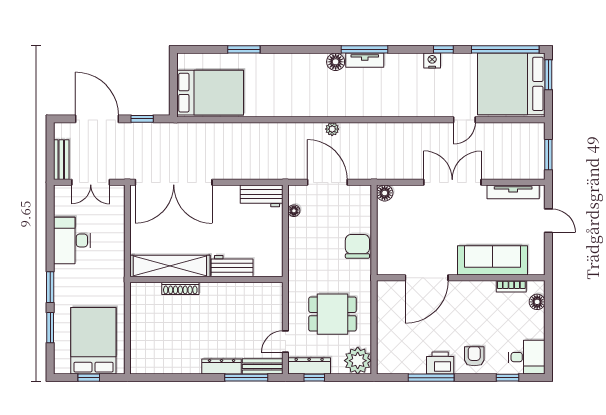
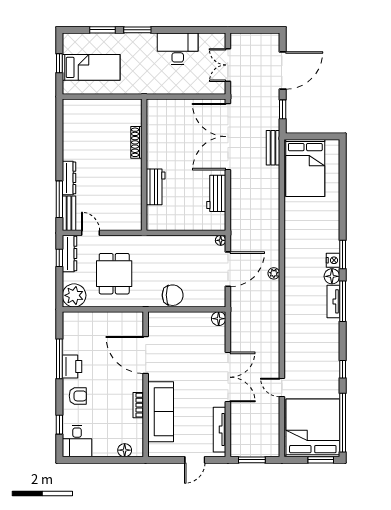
window: (244, 49) -> (343, 255), moved
nightstand: (432, 61) -> (333, 260), moved
bench: (61, 160) -> (273, 148), moved, turned 90
workbench: (262, 196) -> (216, 193), moved
floor lamp: (294, 211) -> (221, 240), moved
shelving: (170, 266) -> (156, 133), removed
bookcase: (511, 286) -> (138, 405), moved
bed: (93, 341) -> (91, 67), width x0.67

